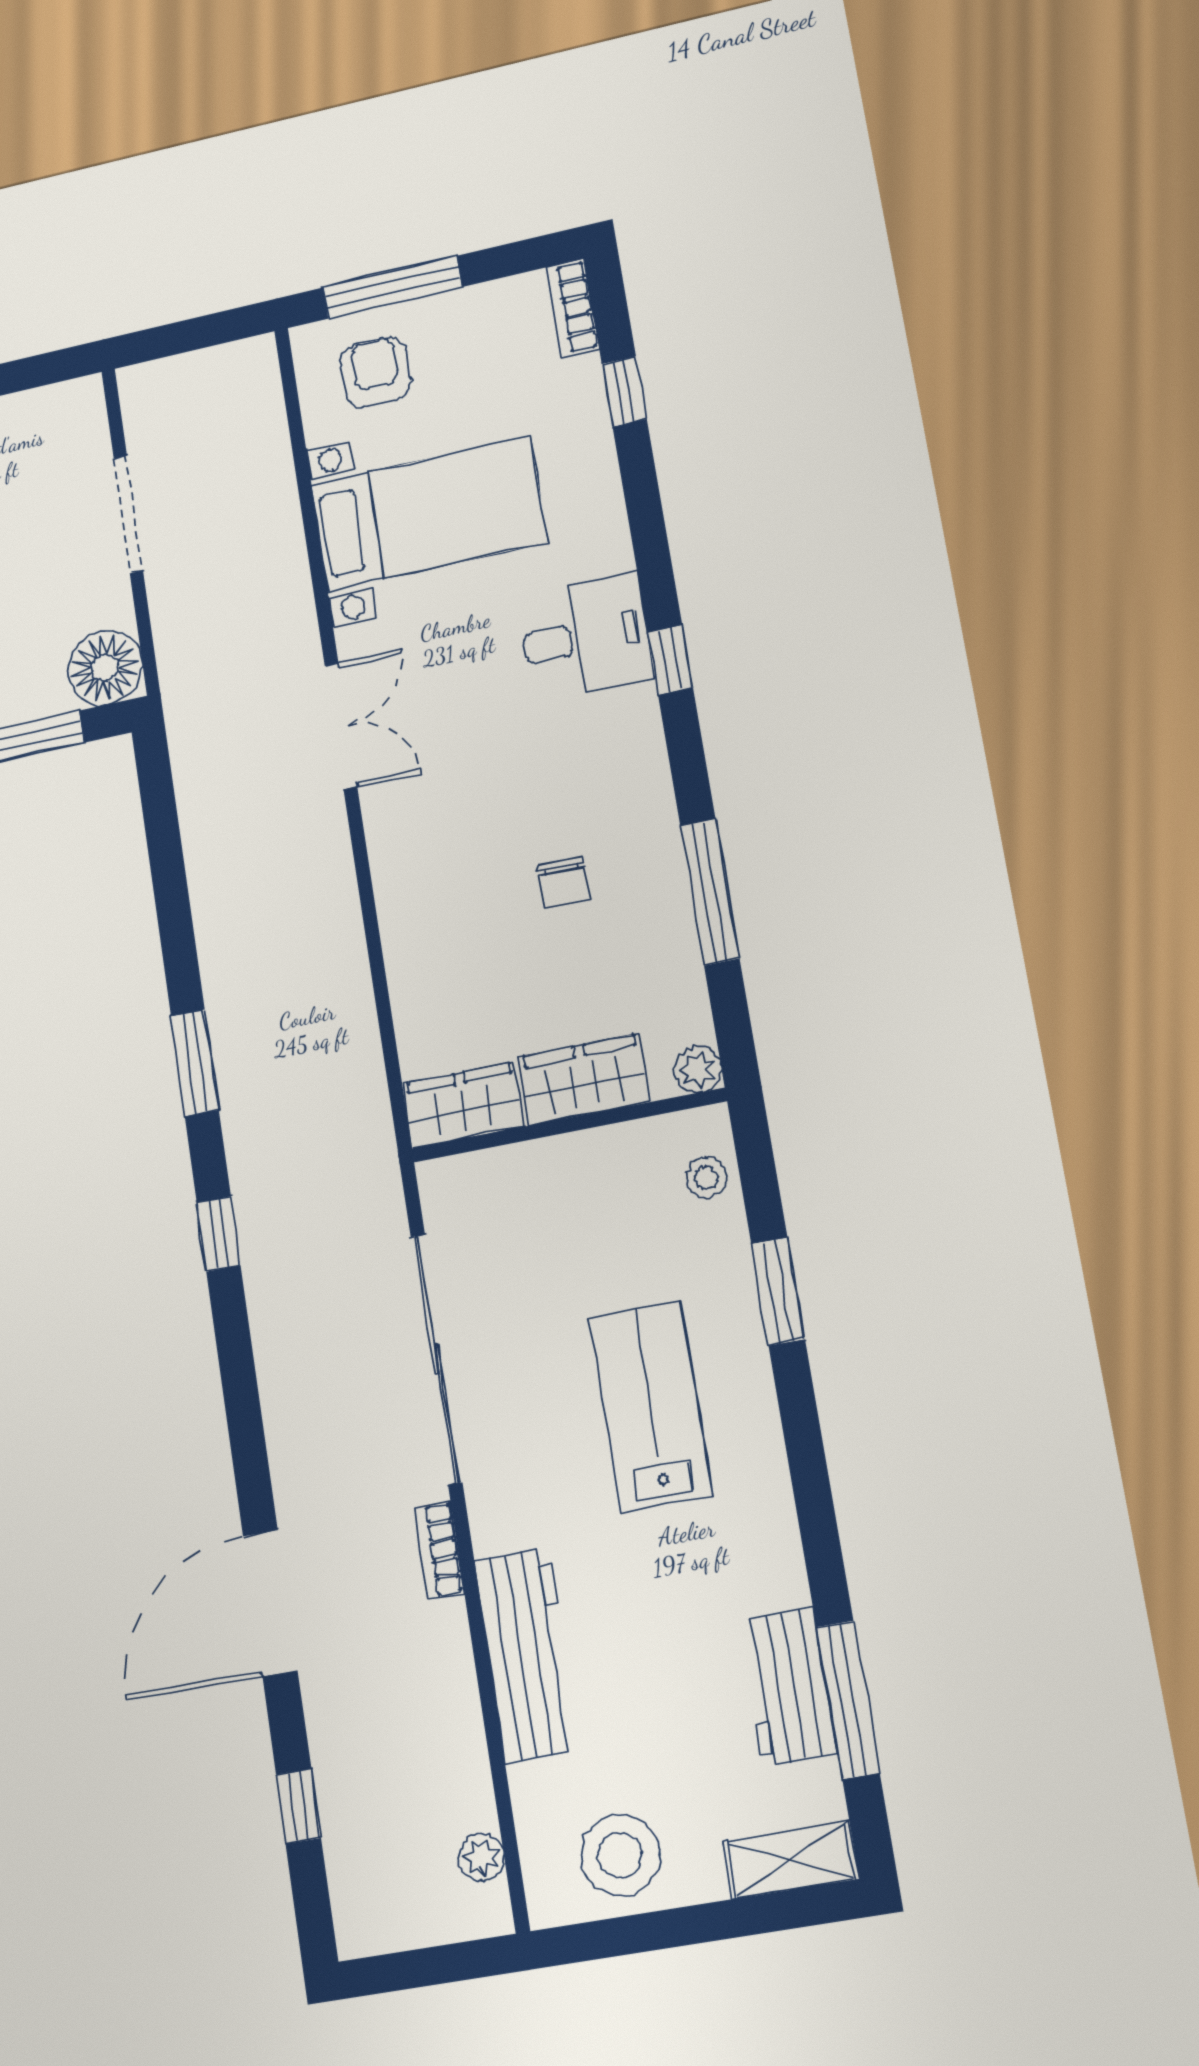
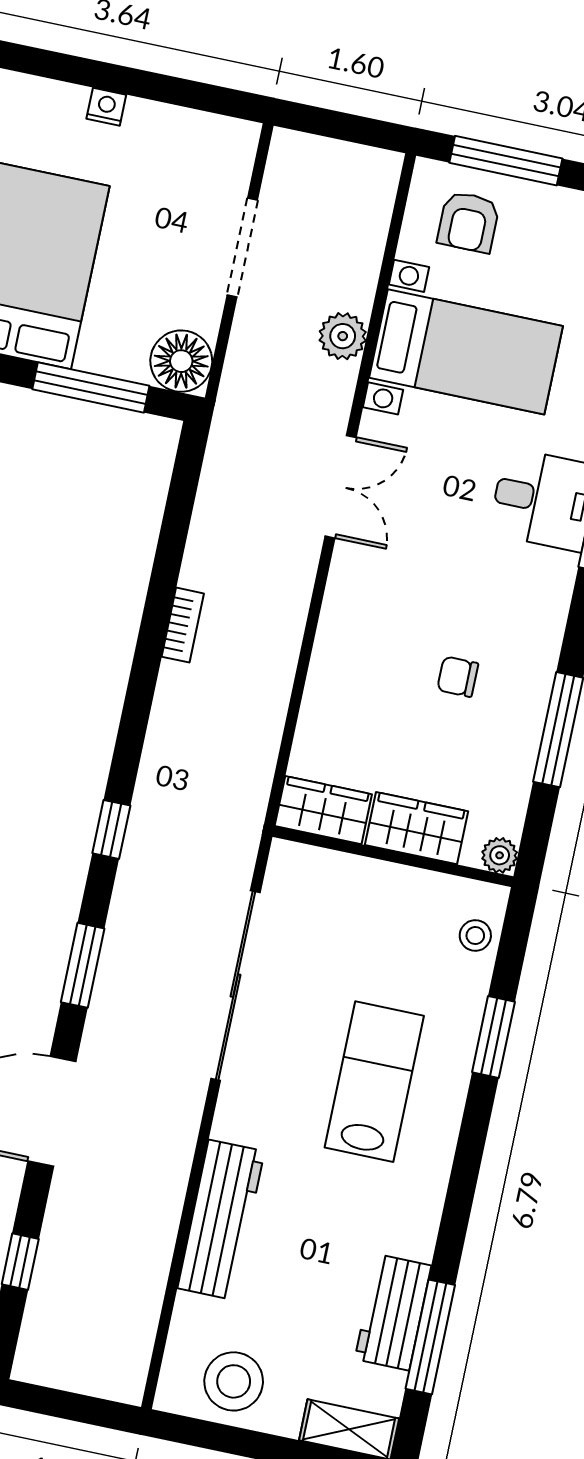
armchair: (376, 372) -> (468, 222), turned 180
chair: (564, 882) -> (458, 677), turned 90
window: (195, 1063) -> (83, 965), moved
bookcase: (439, 1550) -> (183, 625), moved, turned 180
plant: (481, 1857) -> (343, 336), moved, width x1.38, depth x1.38

